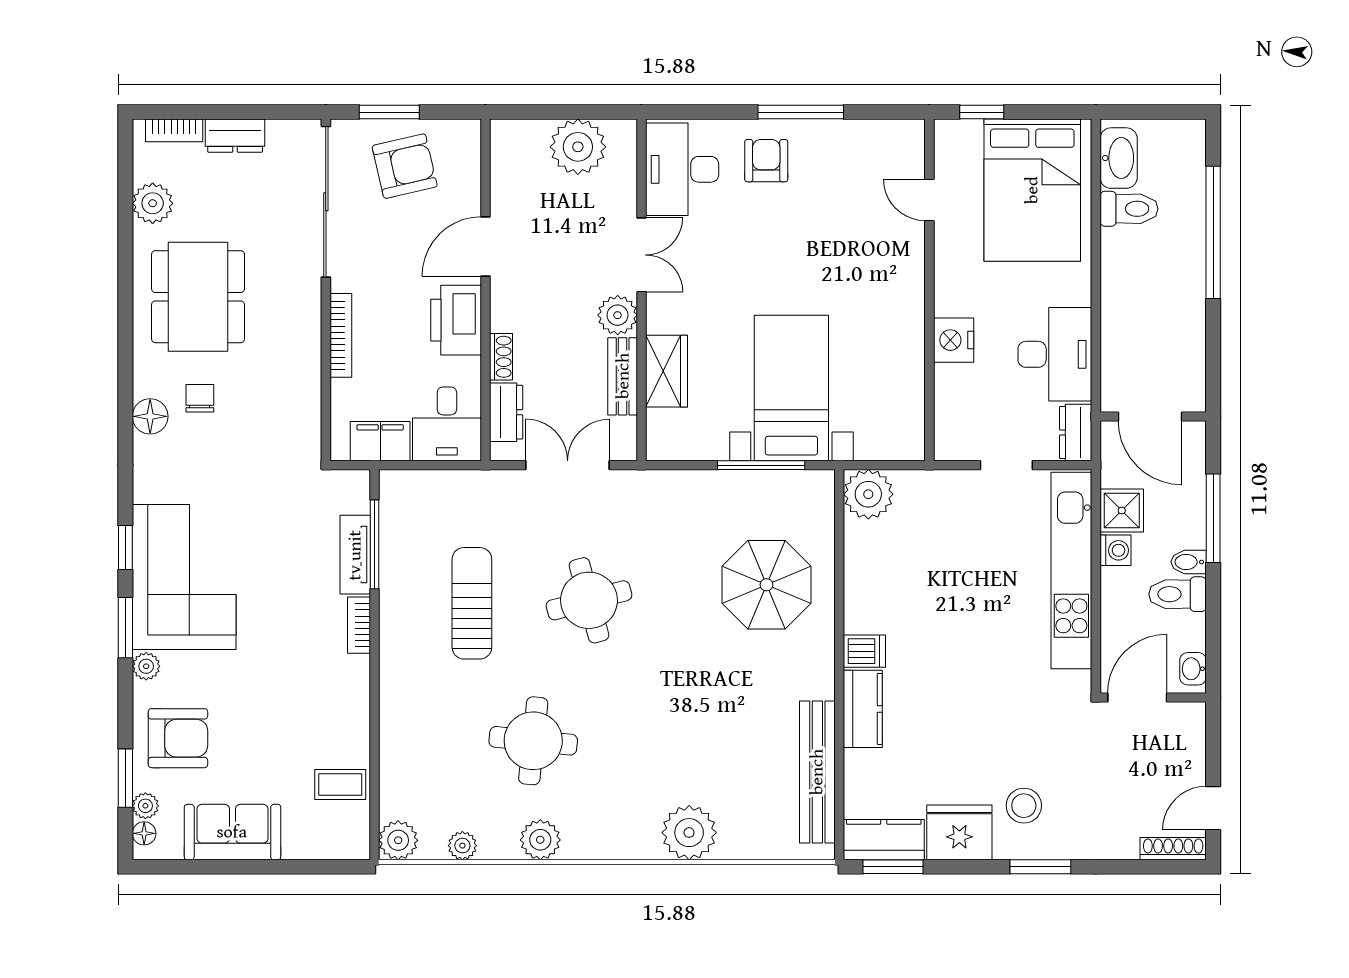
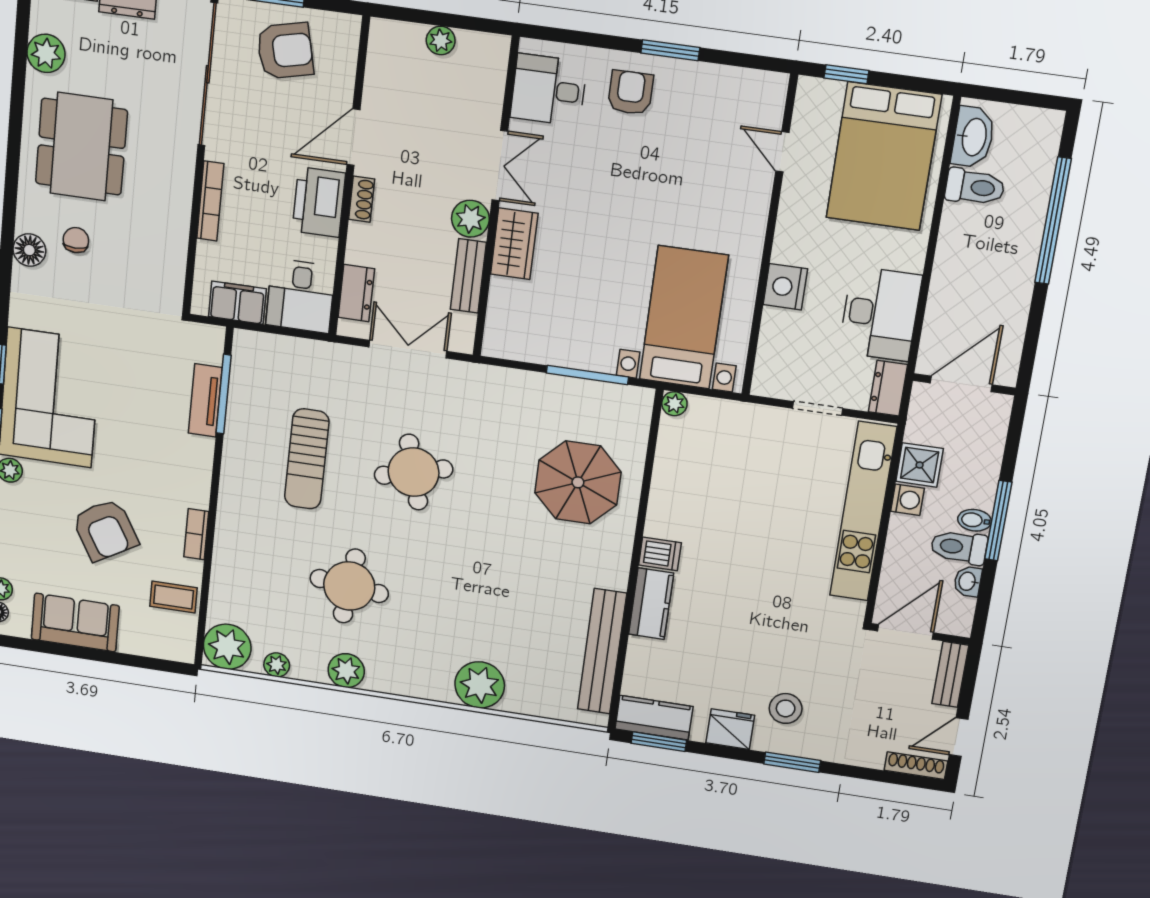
window: (801, 112) -> (670, 50), width x0.69
plant: (578, 147) -> (441, 40), width x0.53, depth x0.53
desk: (682, 169) -> (549, 90), width x0.73
shoe rack: (501, 357) -> (362, 199), moved
wardrobe: (667, 371) -> (514, 244), moved
bed with nightstands: (791, 388) -> (684, 317), moved
door: (1150, 417) -> (961, 384), swing flipped
plant: (868, 494) -> (674, 404), width x0.53, depth x0.53
window: (1213, 518) -> (998, 521), moved
sun lounger: (472, 603) -> (307, 459), turned 180
bookcase: (359, 625) -> (196, 534), moved
washbasin: (1193, 669) -> (968, 581), moved
armchair: (178, 738) -> (105, 530), moved, turned 60
bench: (1192, 738) -> (950, 674), added
fridge: (959, 832) -> (730, 729), width x0.73, depth x0.75
plant: (398, 840) -> (227, 647), width x1.36, depth x1.36

